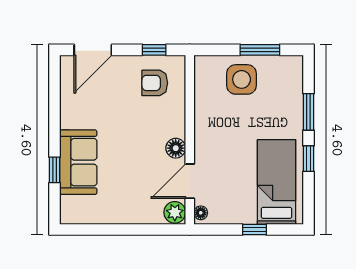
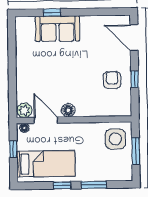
wall: (190, 140) -> (74, 120), moved
floor lamp: (176, 148) -> (68, 110), moved
door: (190, 181) -> (46, 120), moved
plant: (175, 212) -> (24, 110), moved
floor lamp: (201, 213) -> (24, 128), moved

